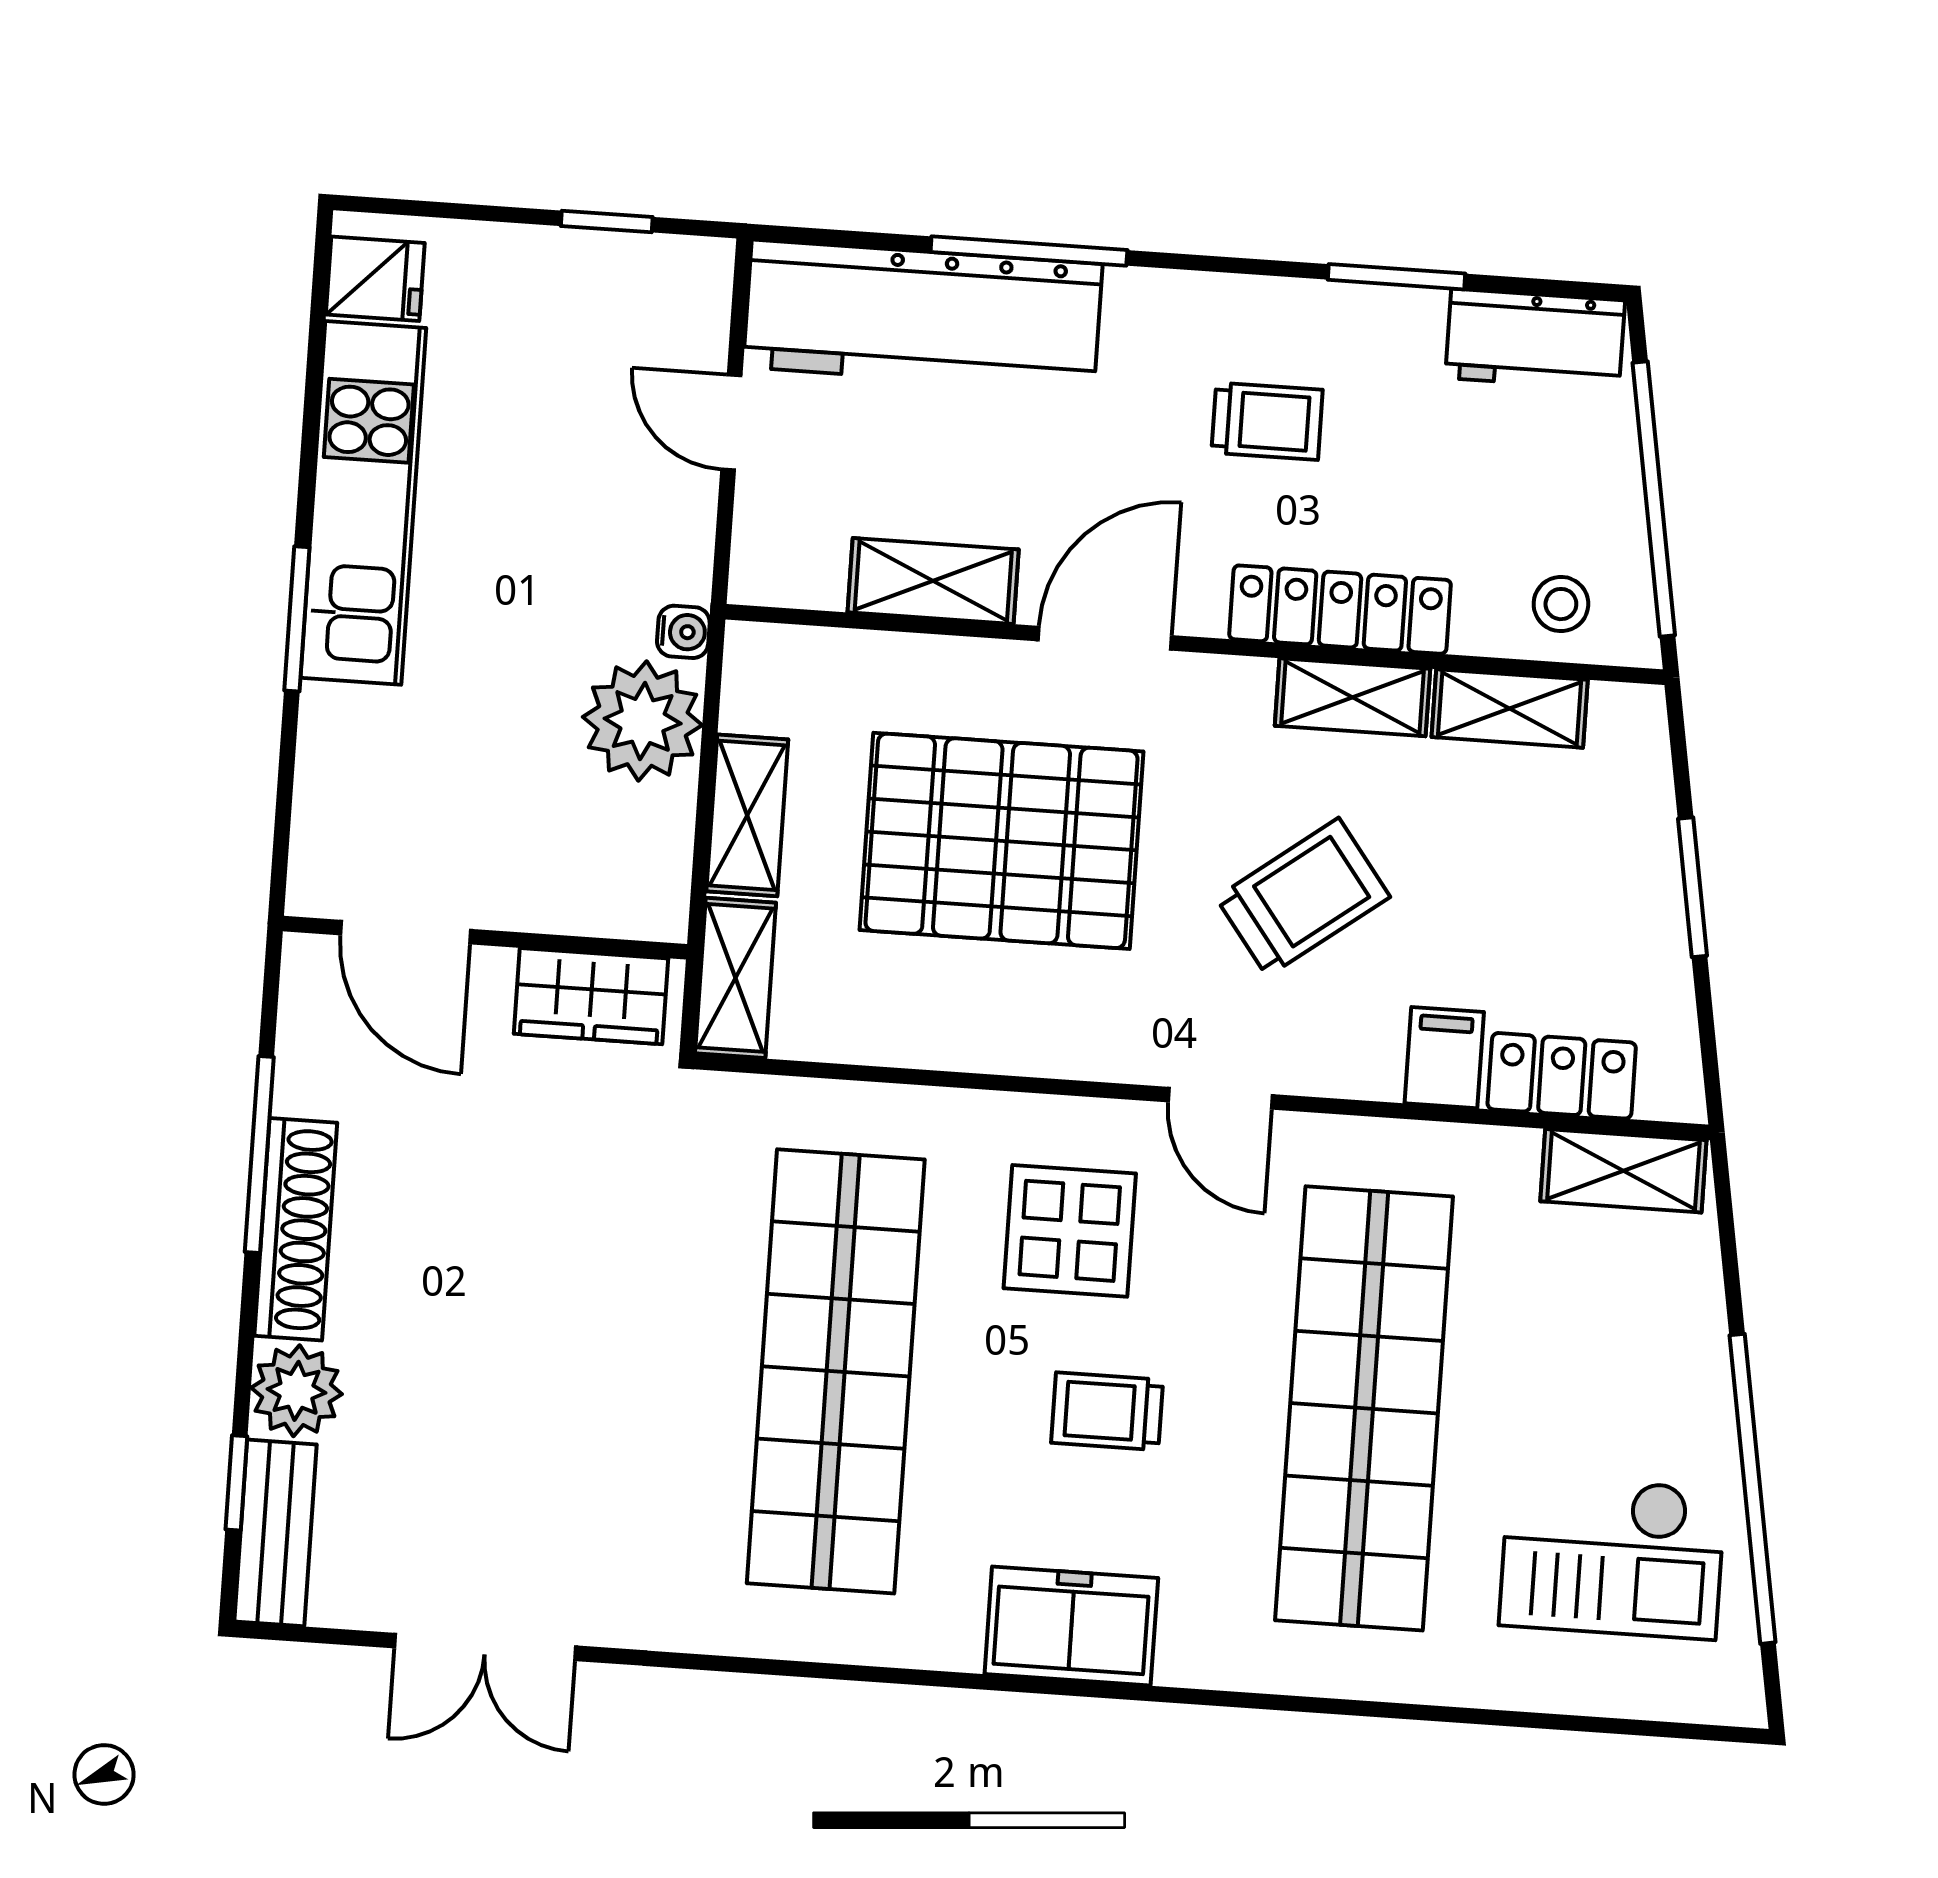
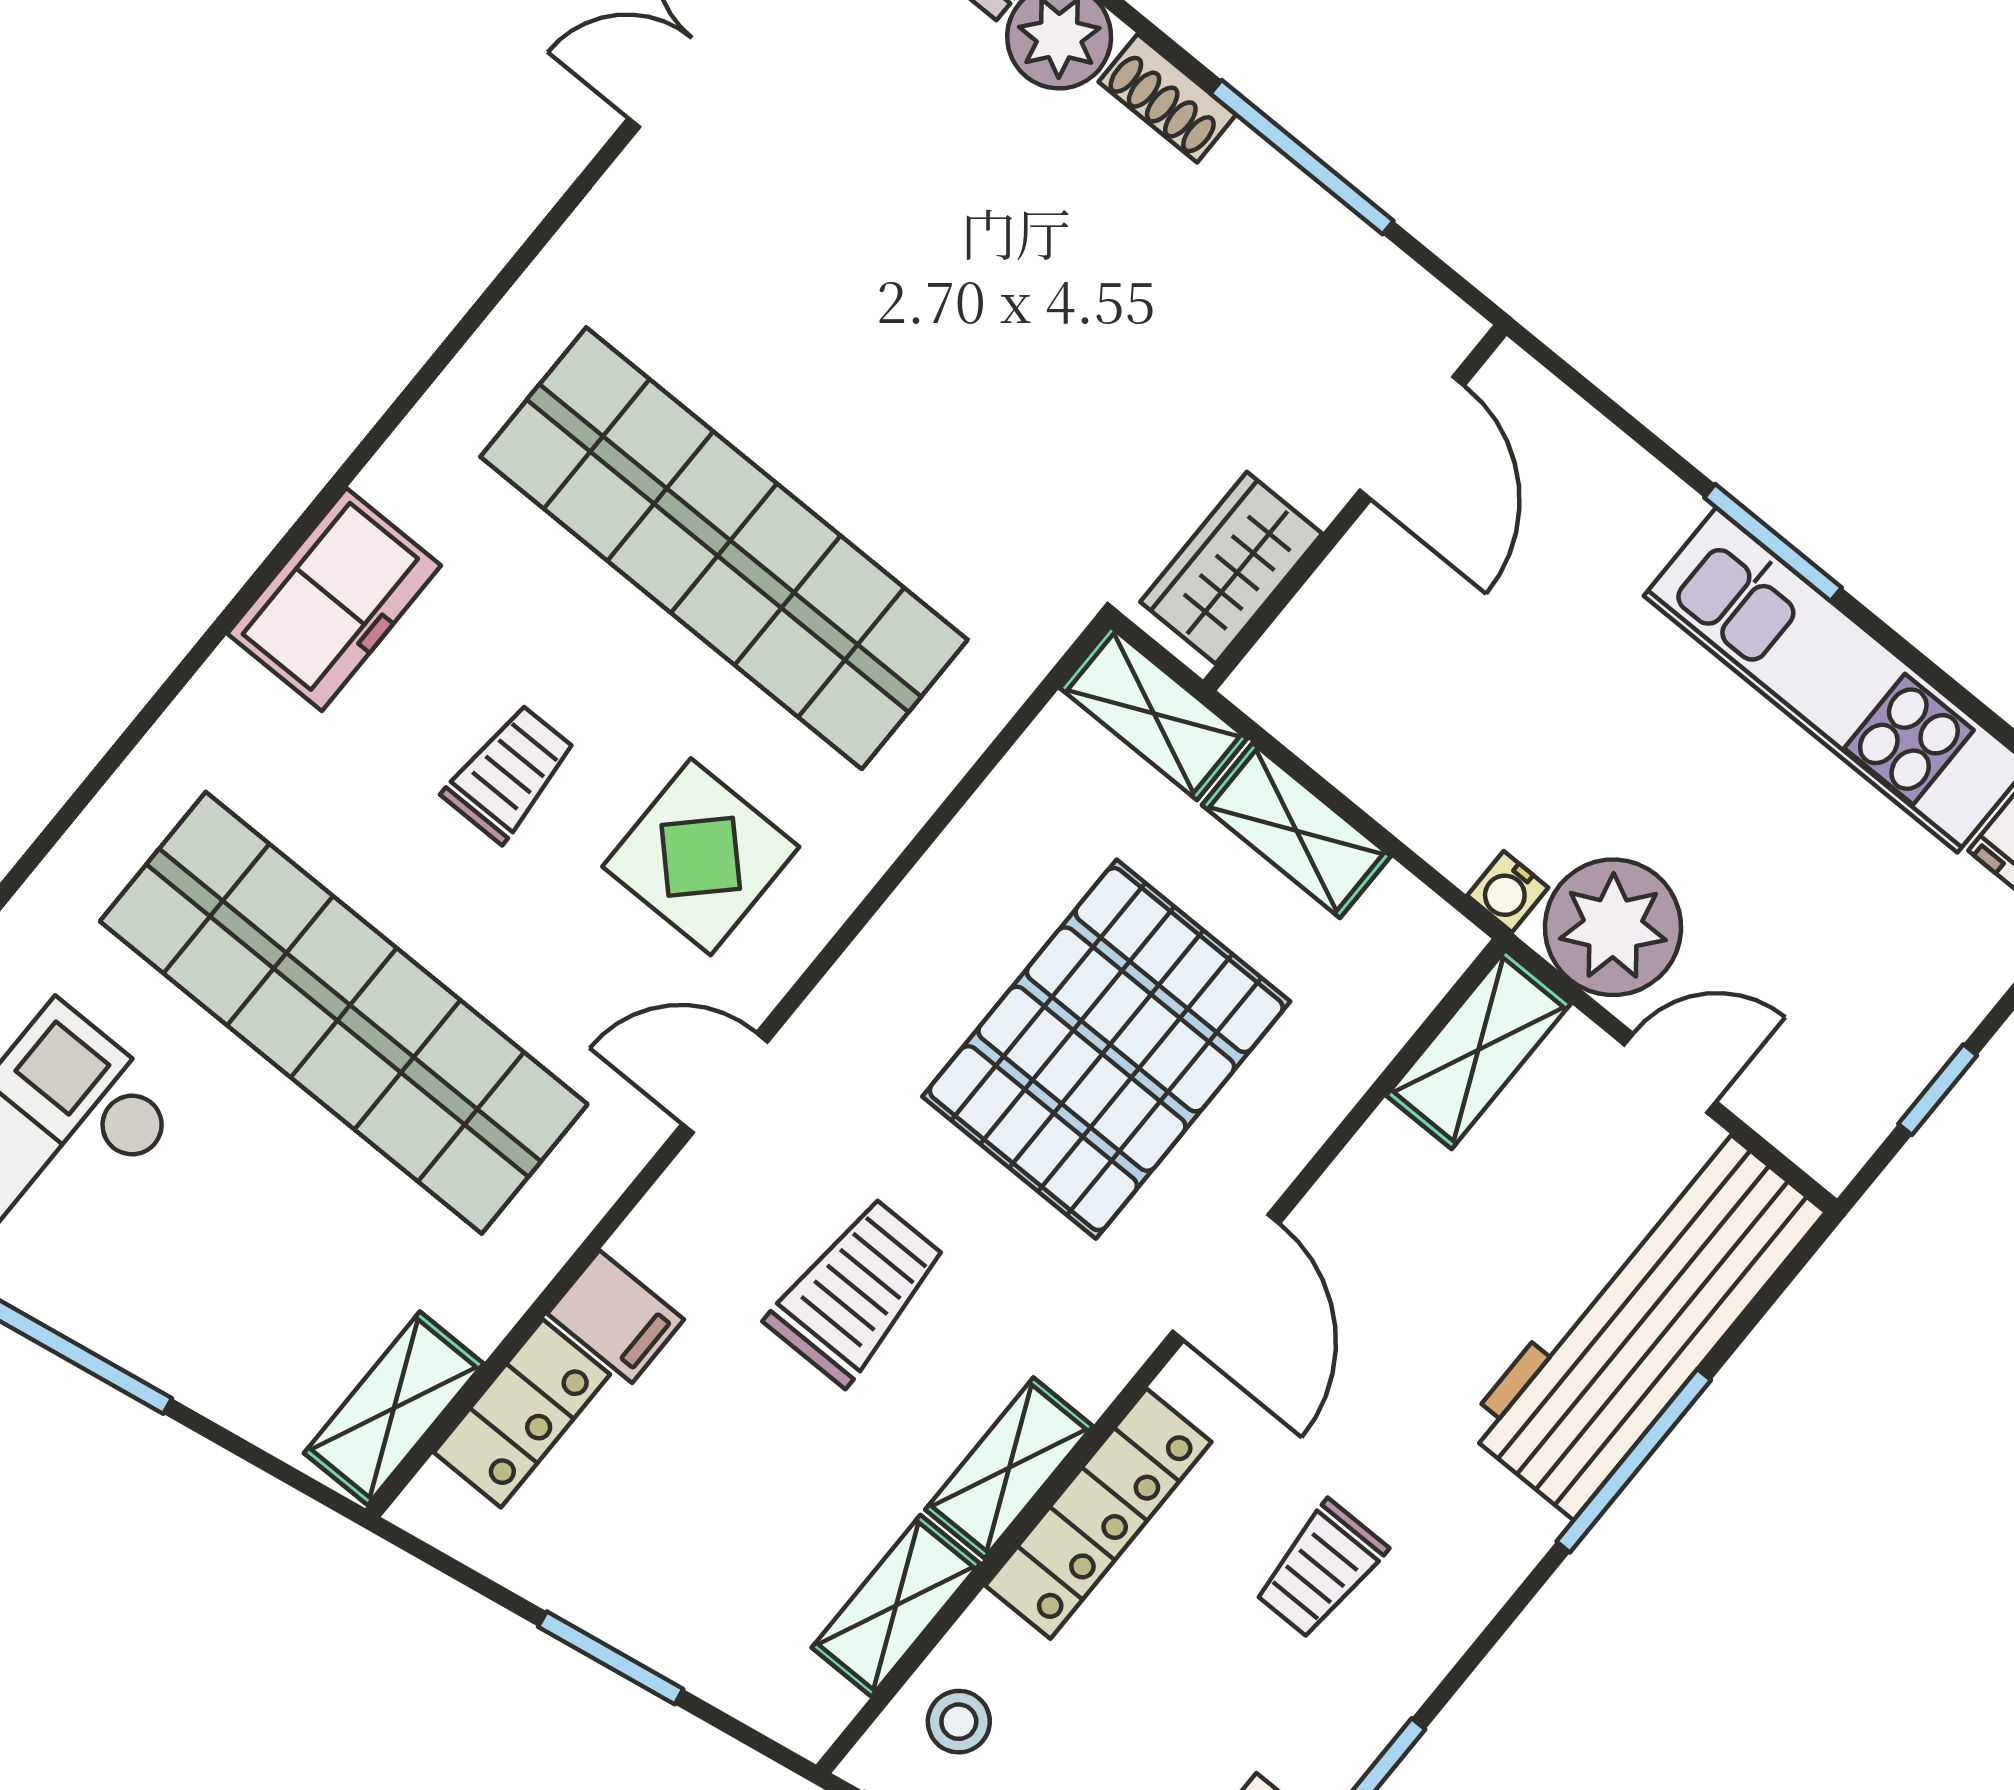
shelving: (933, 581) -> (1479, 1050), moved
plant: (643, 721) -> (1613, 927), moved
trolley: (1303, 897) -> (857, 1291), turned -143
door: (406, 932) -> (1412, 438), swing flipped
shoe rack: (296, 1229) -> (1167, 98), width x0.51, depth x0.81

